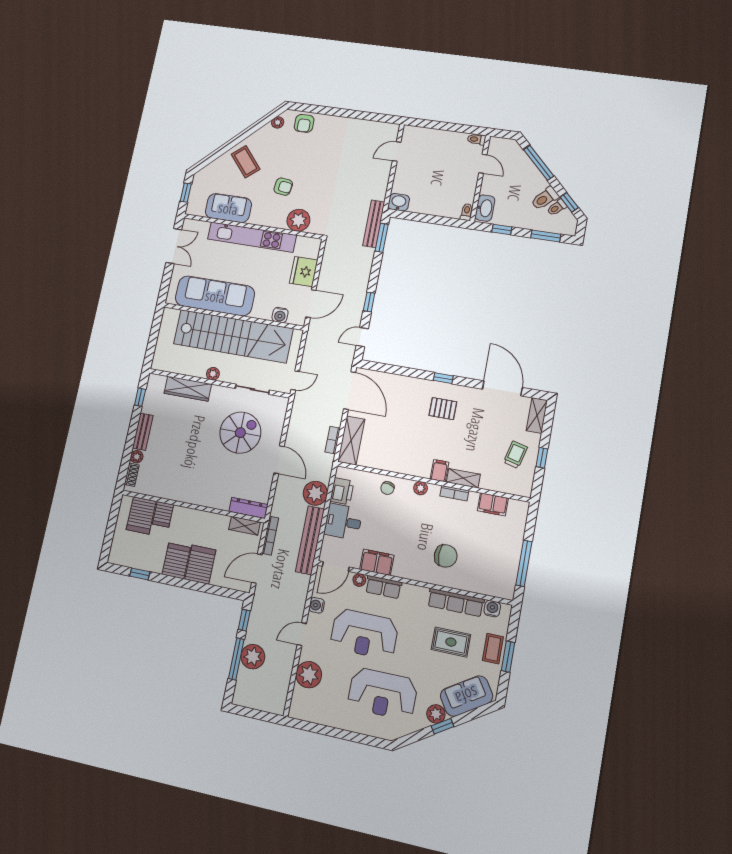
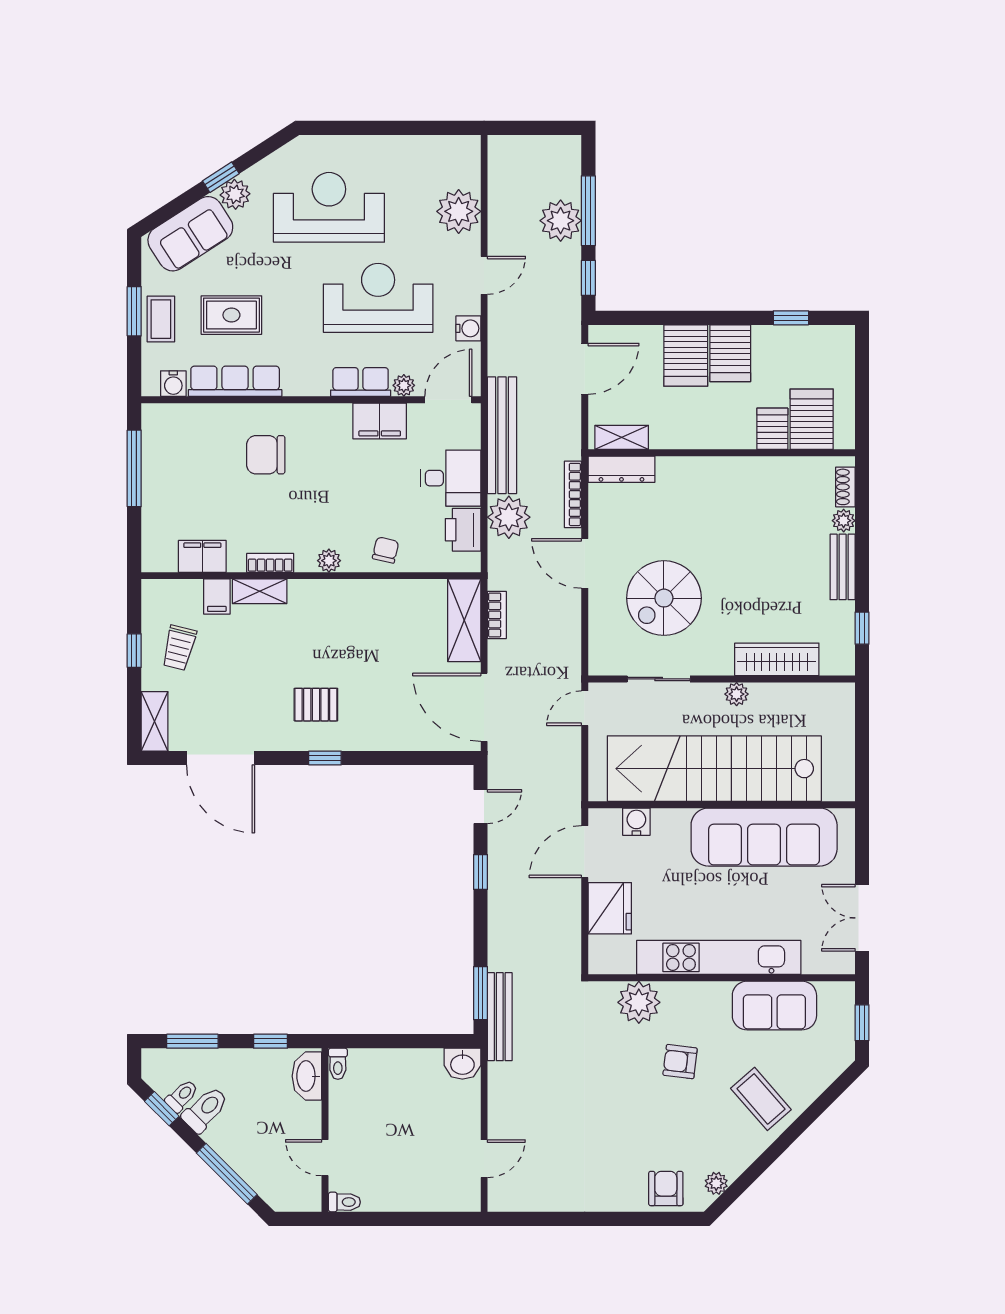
filing cabinet: (439, 471) -> (217, 597), moved
bookcase: (270, 536) -> (573, 494), moved

